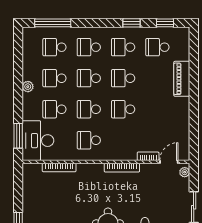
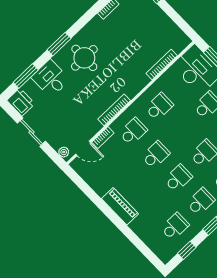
piano: (182, 79) -> (120, 206), moved
school desk: (89, 109) -> (133, 131), moved
door: (169, 162) -> (83, 148), hinge flipped

